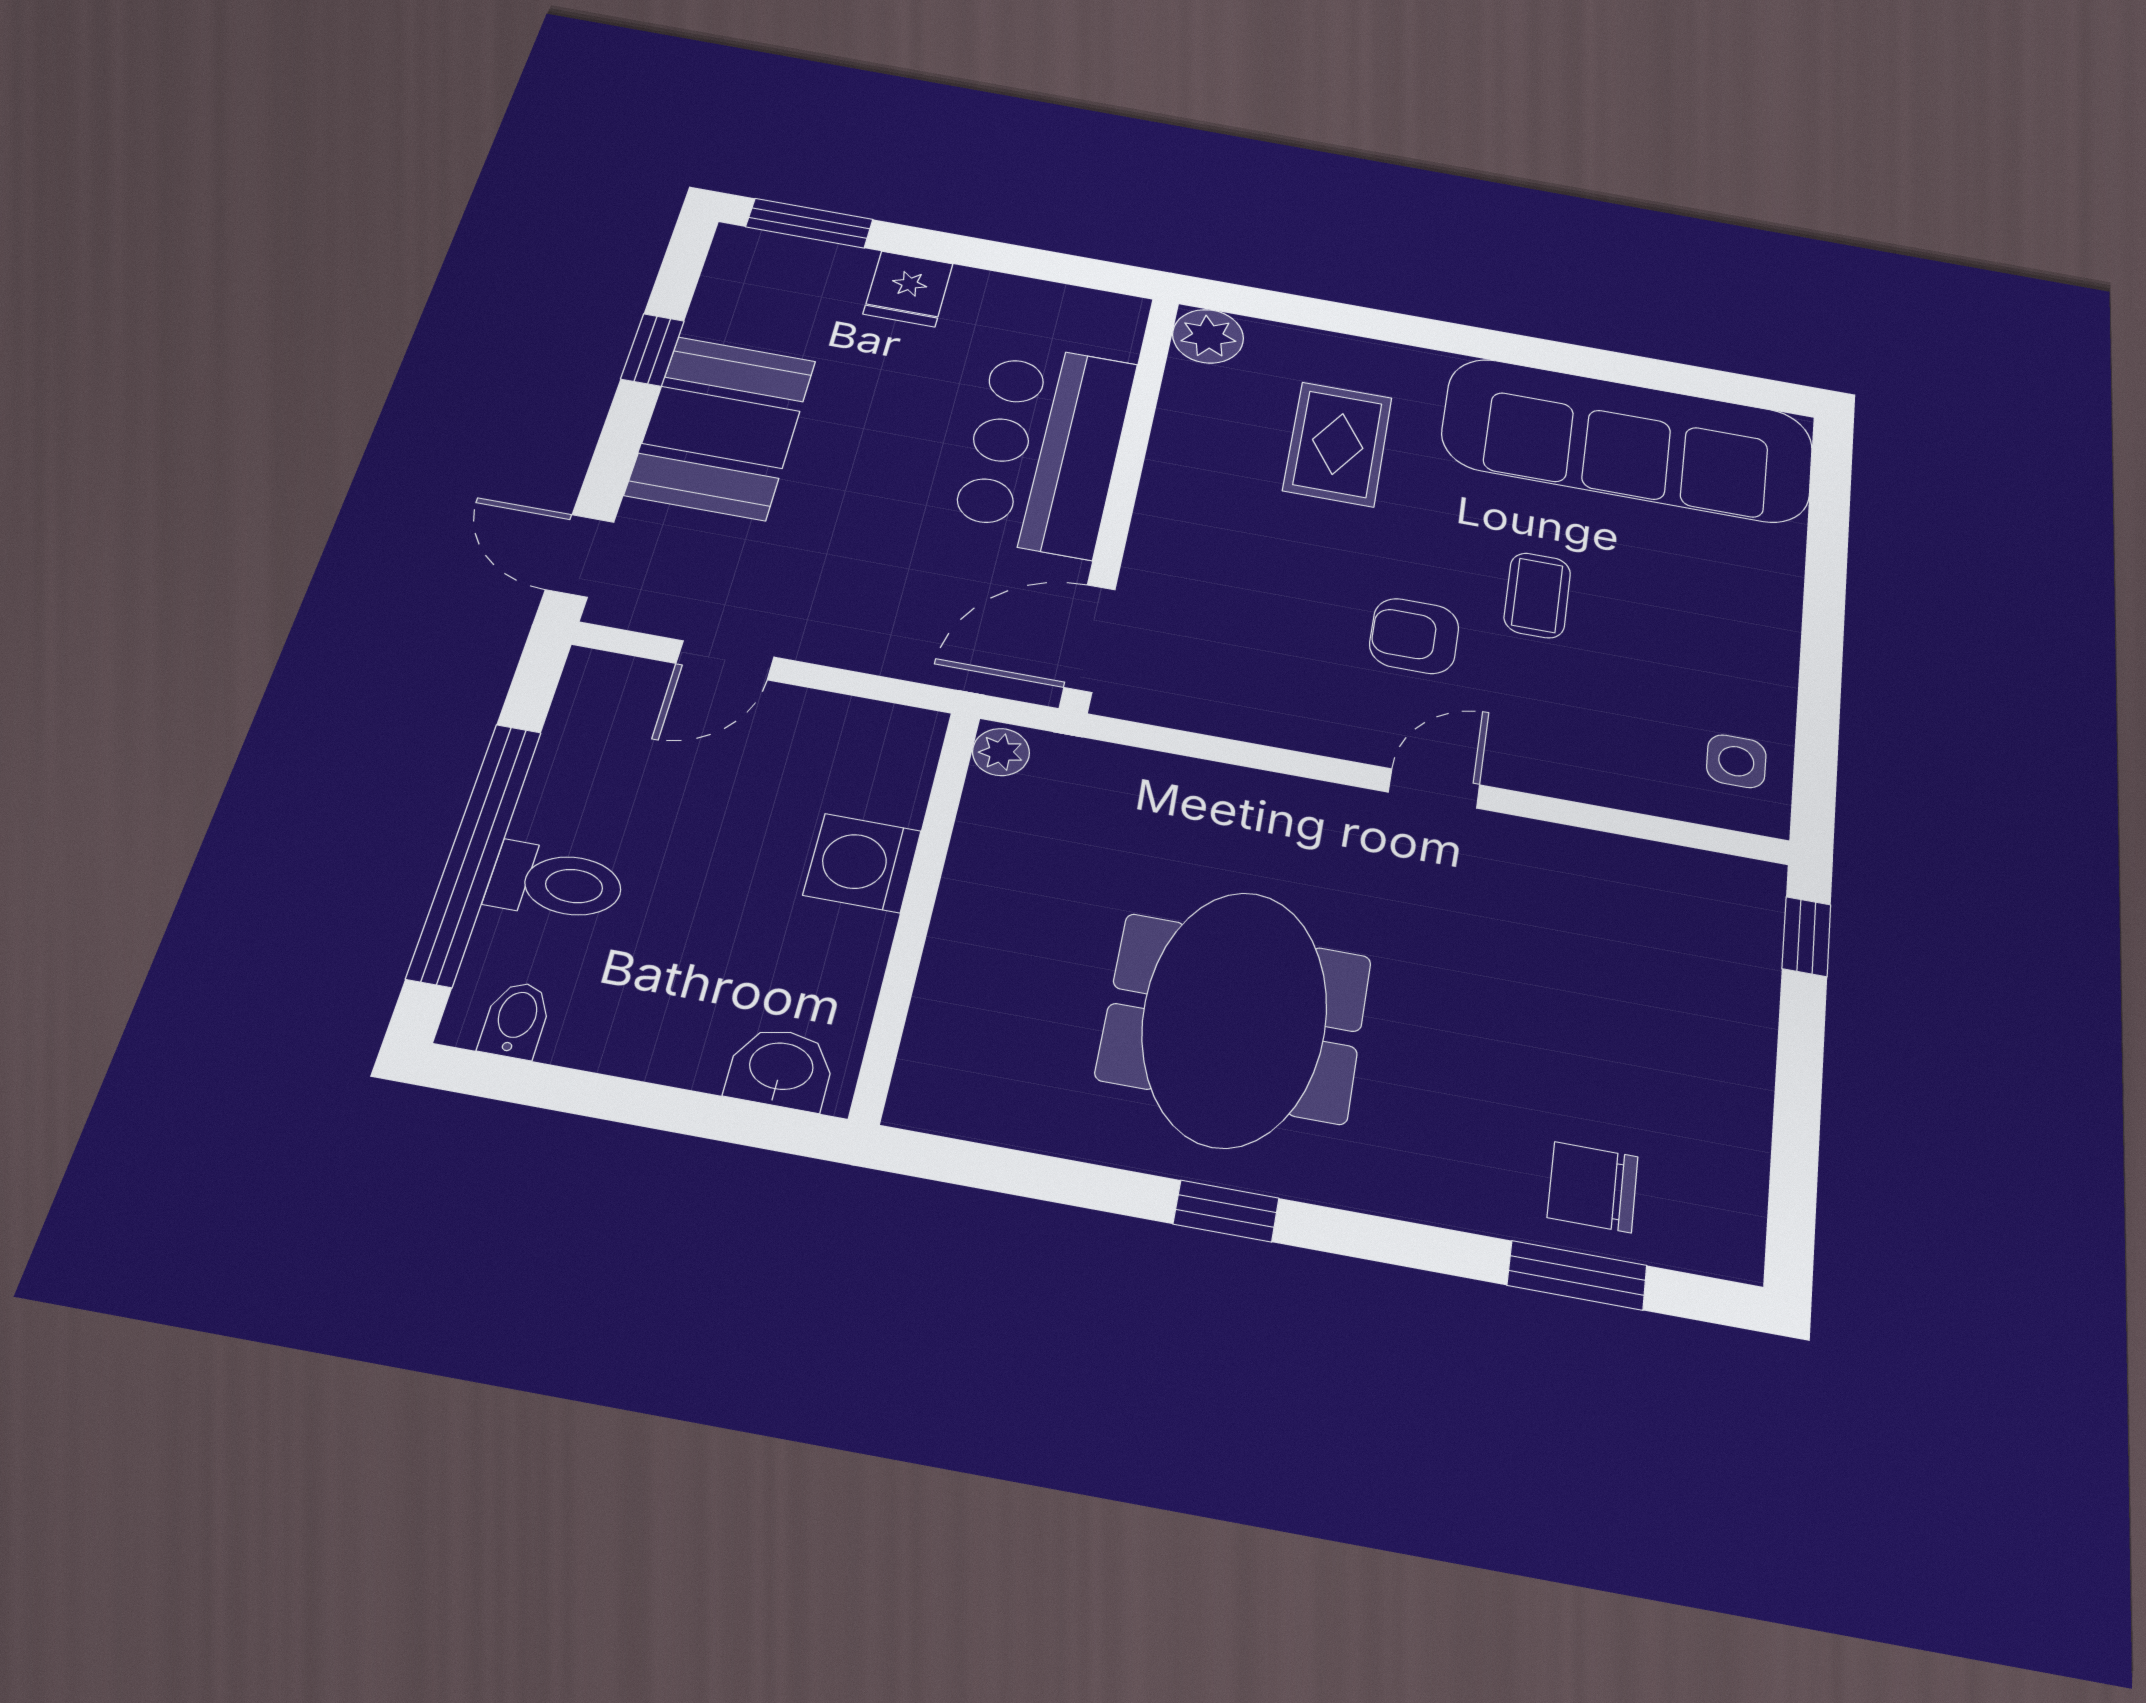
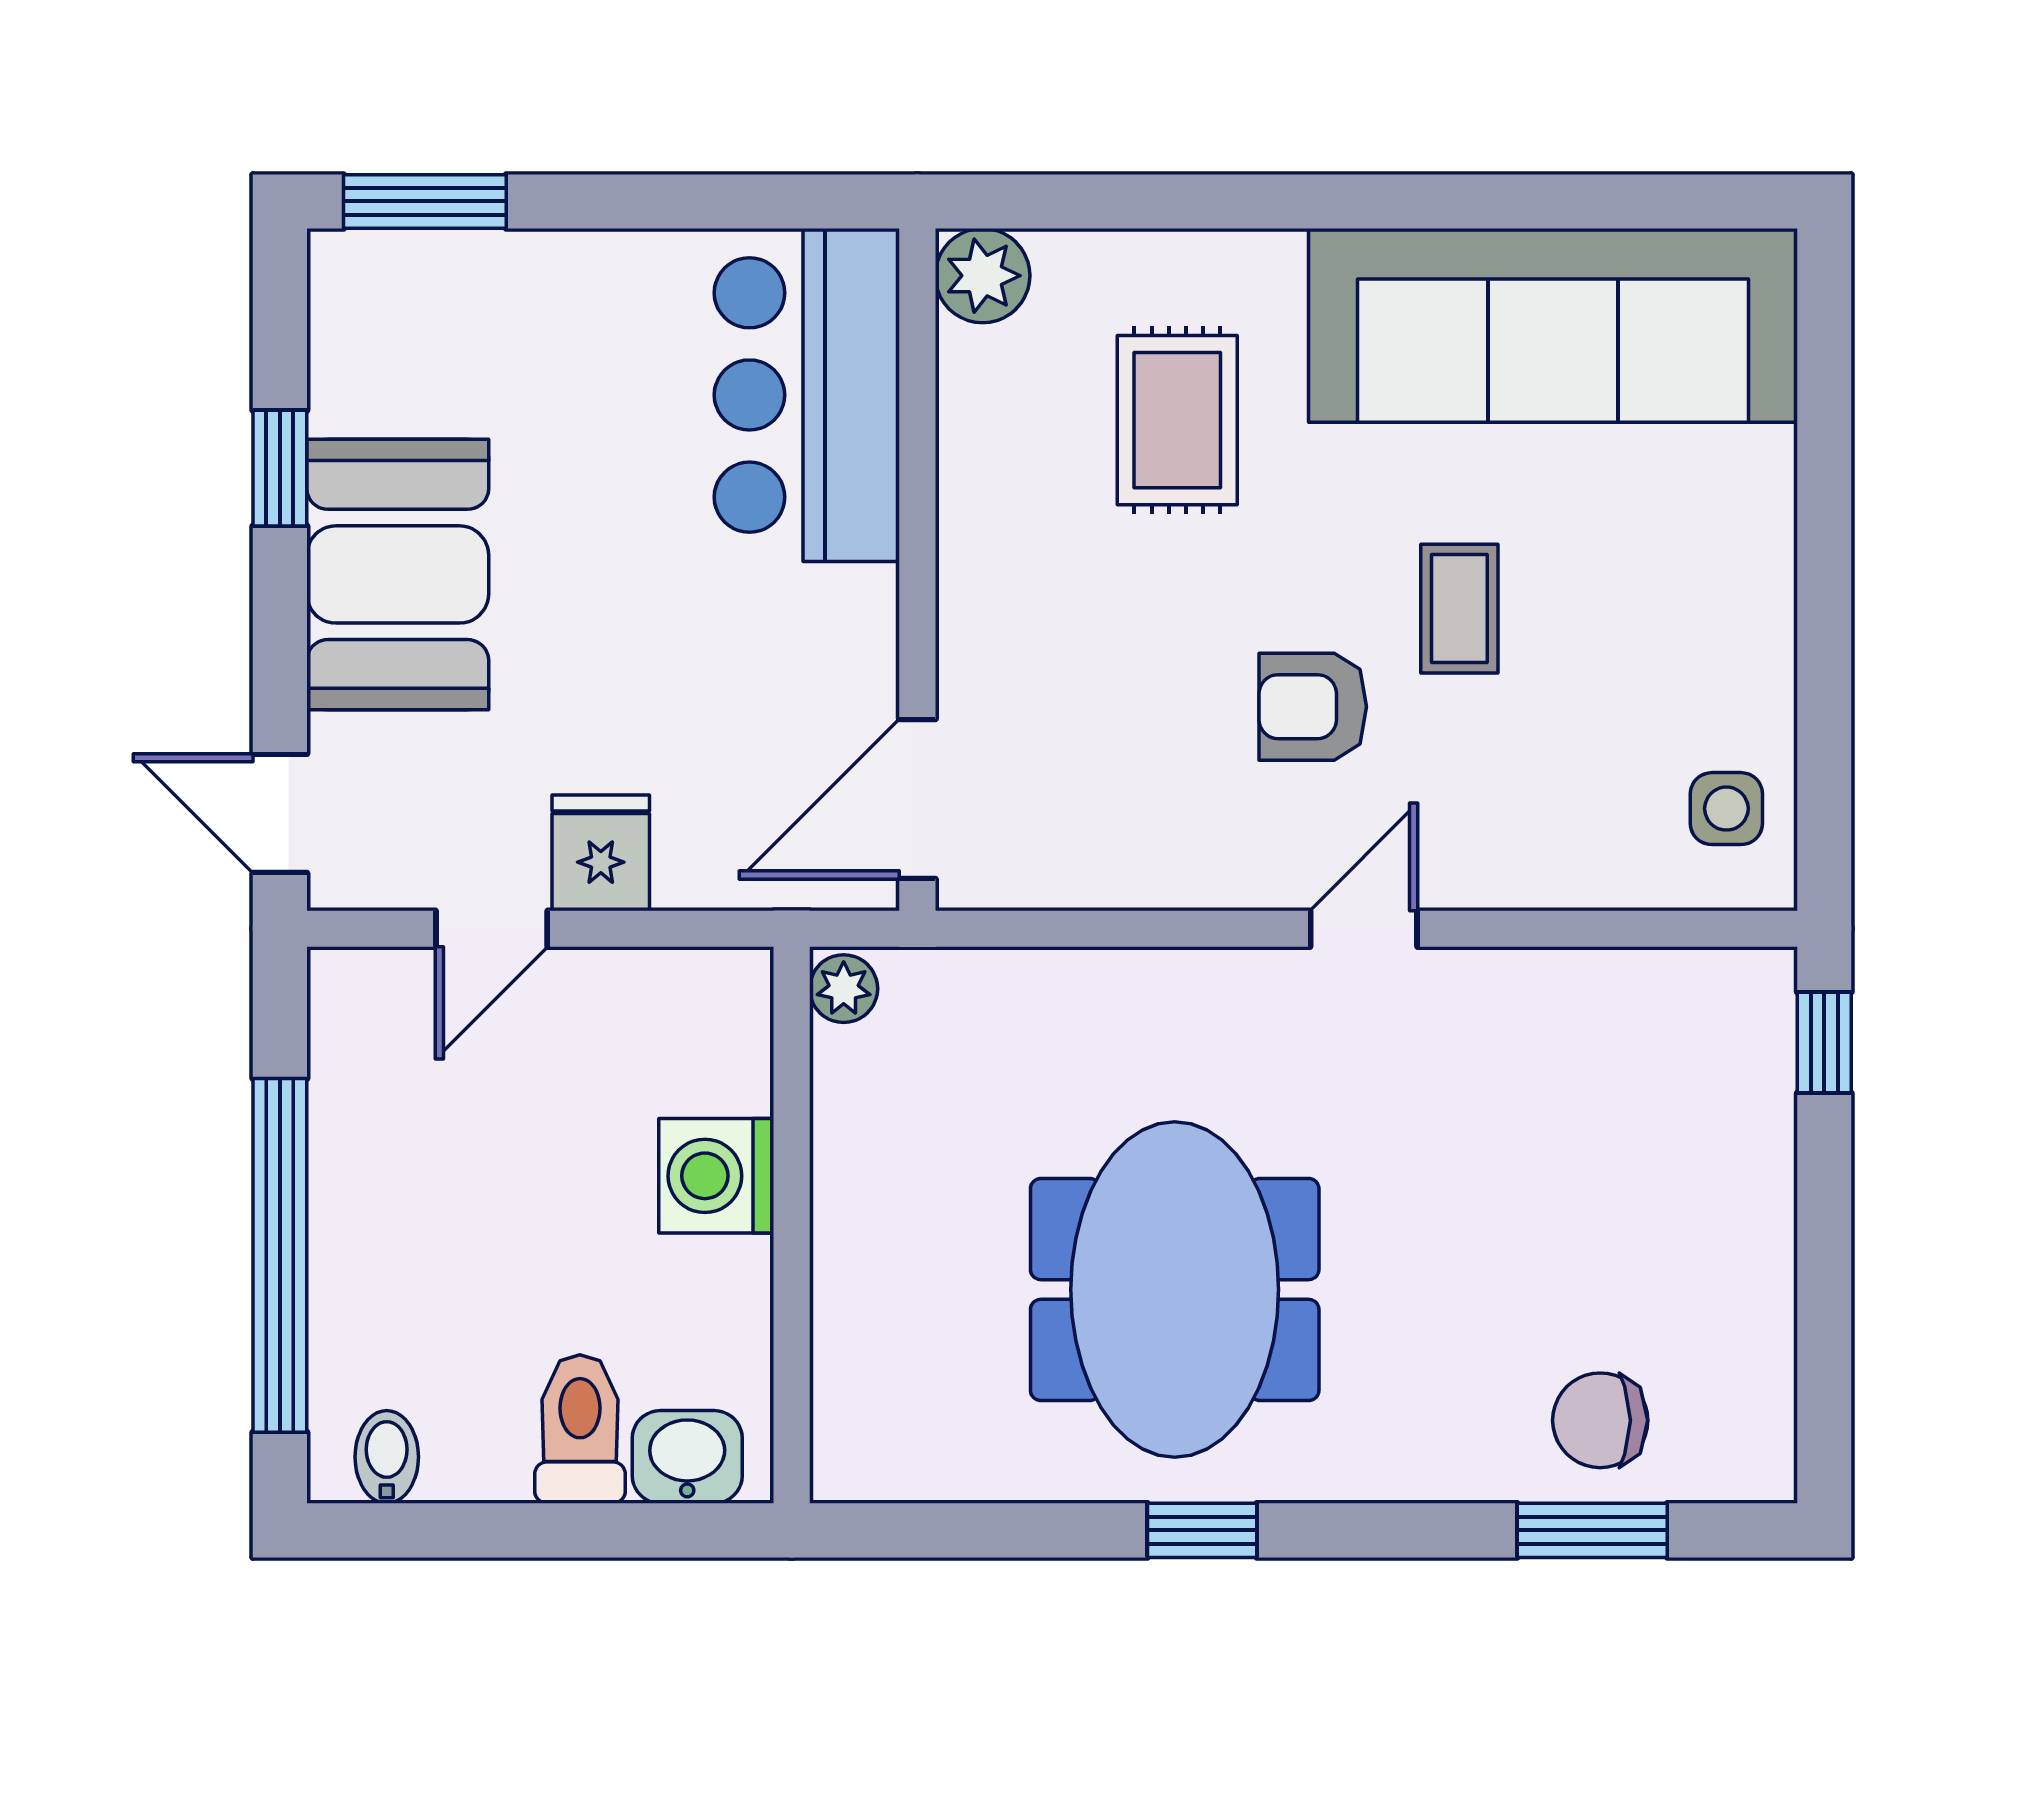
fridge: (908, 289) -> (601, 853), moved, turned 180
bar counter: (1045, 448) -> (807, 395), moved
toilet: (556, 883) -> (580, 1429), moved, turned -90

